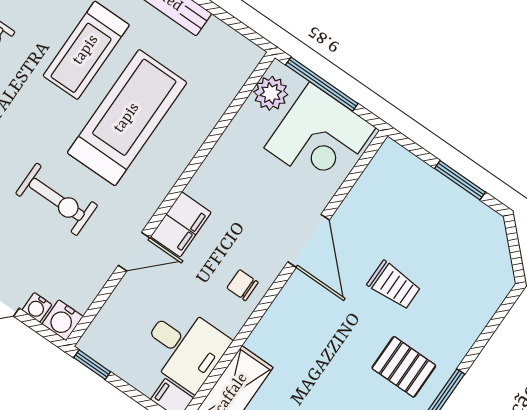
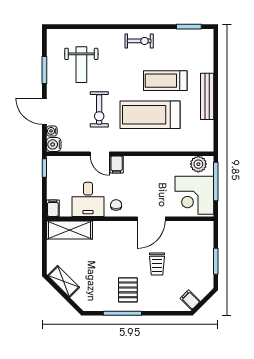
treadmill: (127, 118) -> (150, 115), turned 180
filing cabinet: (181, 224) -> (117, 165), width x0.50
filing cabinet: (496, 271) -> (190, 300), added
desk: (185, 348) -> (88, 199), moved

